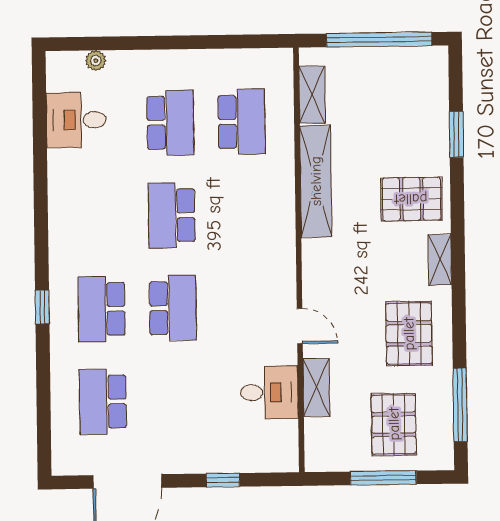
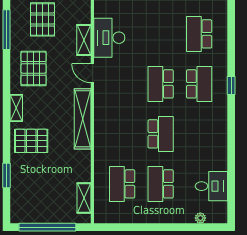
shelving: (316, 181) -> (83, 119), moved
desk: (269, 392) -> (109, 38), width x1.37
school desk: (103, 402) -> (199, 34), turned 180

